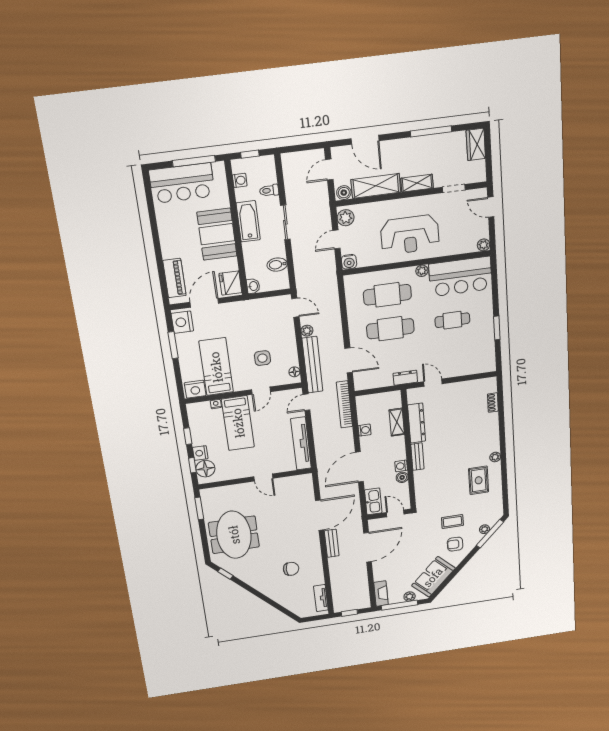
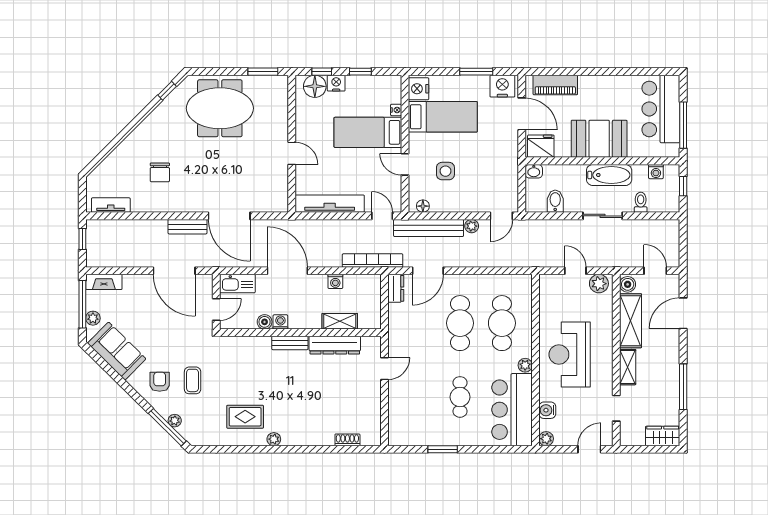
water cooler: (349, 262) -> (547, 410), moved
dresser: (405, 378) -> (396, 288), moved
door: (263, 478) -> (292, 153), swing flipped

